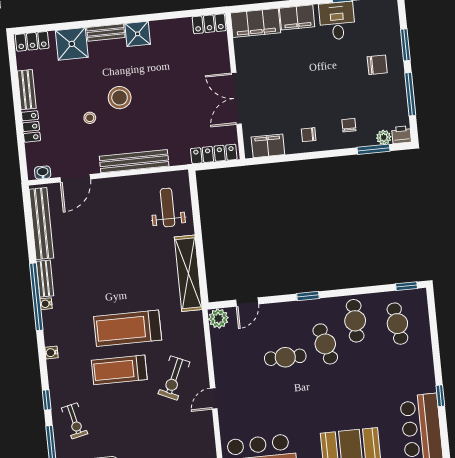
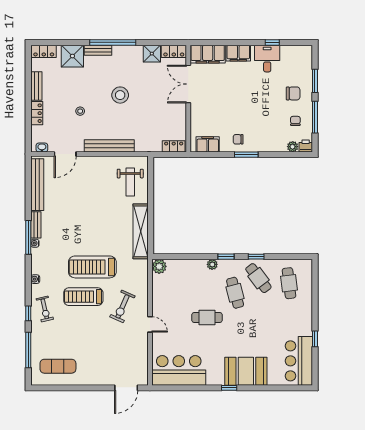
window: (125, 20) -> (113, 42), added
shower: (138, 34) -> (152, 54), moved
stool: (120, 98) -> (120, 95), moved
double door: (236, 98) -> (188, 84), moved
chair: (349, 125) -> (295, 121), moved
window: (374, 149) -> (246, 155), moved
locker: (214, 154) -> (174, 146), width x0.66
weight bench: (168, 207) -> (130, 182), turned 180
window: (406, 286) -> (256, 257), moved
window: (36, 297) -> (28, 237), width x0.68
door: (247, 302) -> (181, 257), removed
plant: (290, 309) -> (212, 264), added
cafe table: (355, 321) -> (258, 278), turned -37
cafe table: (285, 357) -> (207, 318), moved
door: (214, 399) -> (150, 324), swing flipped
exercise bike: (75, 421) -> (45, 309), moved

